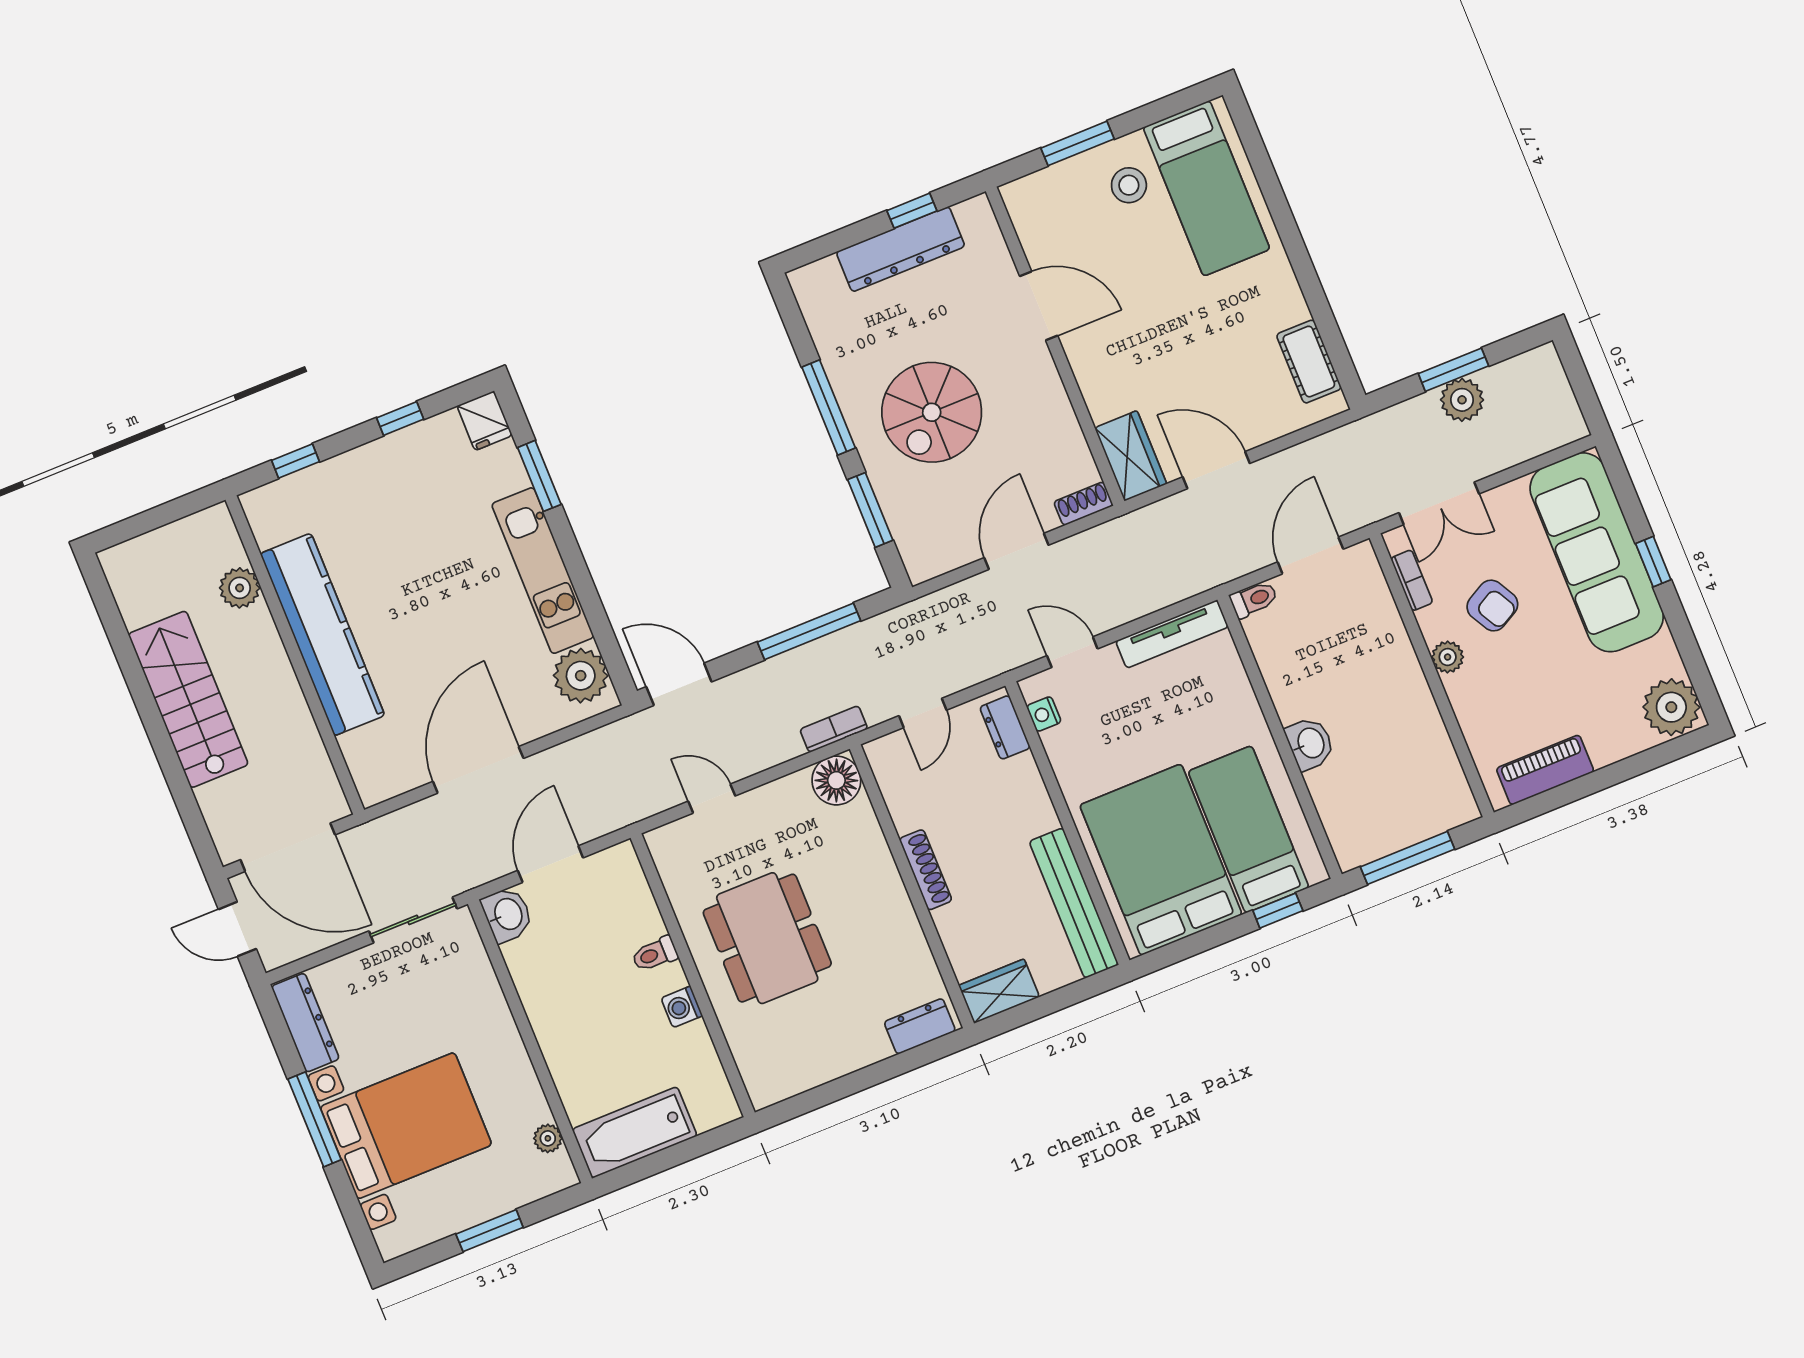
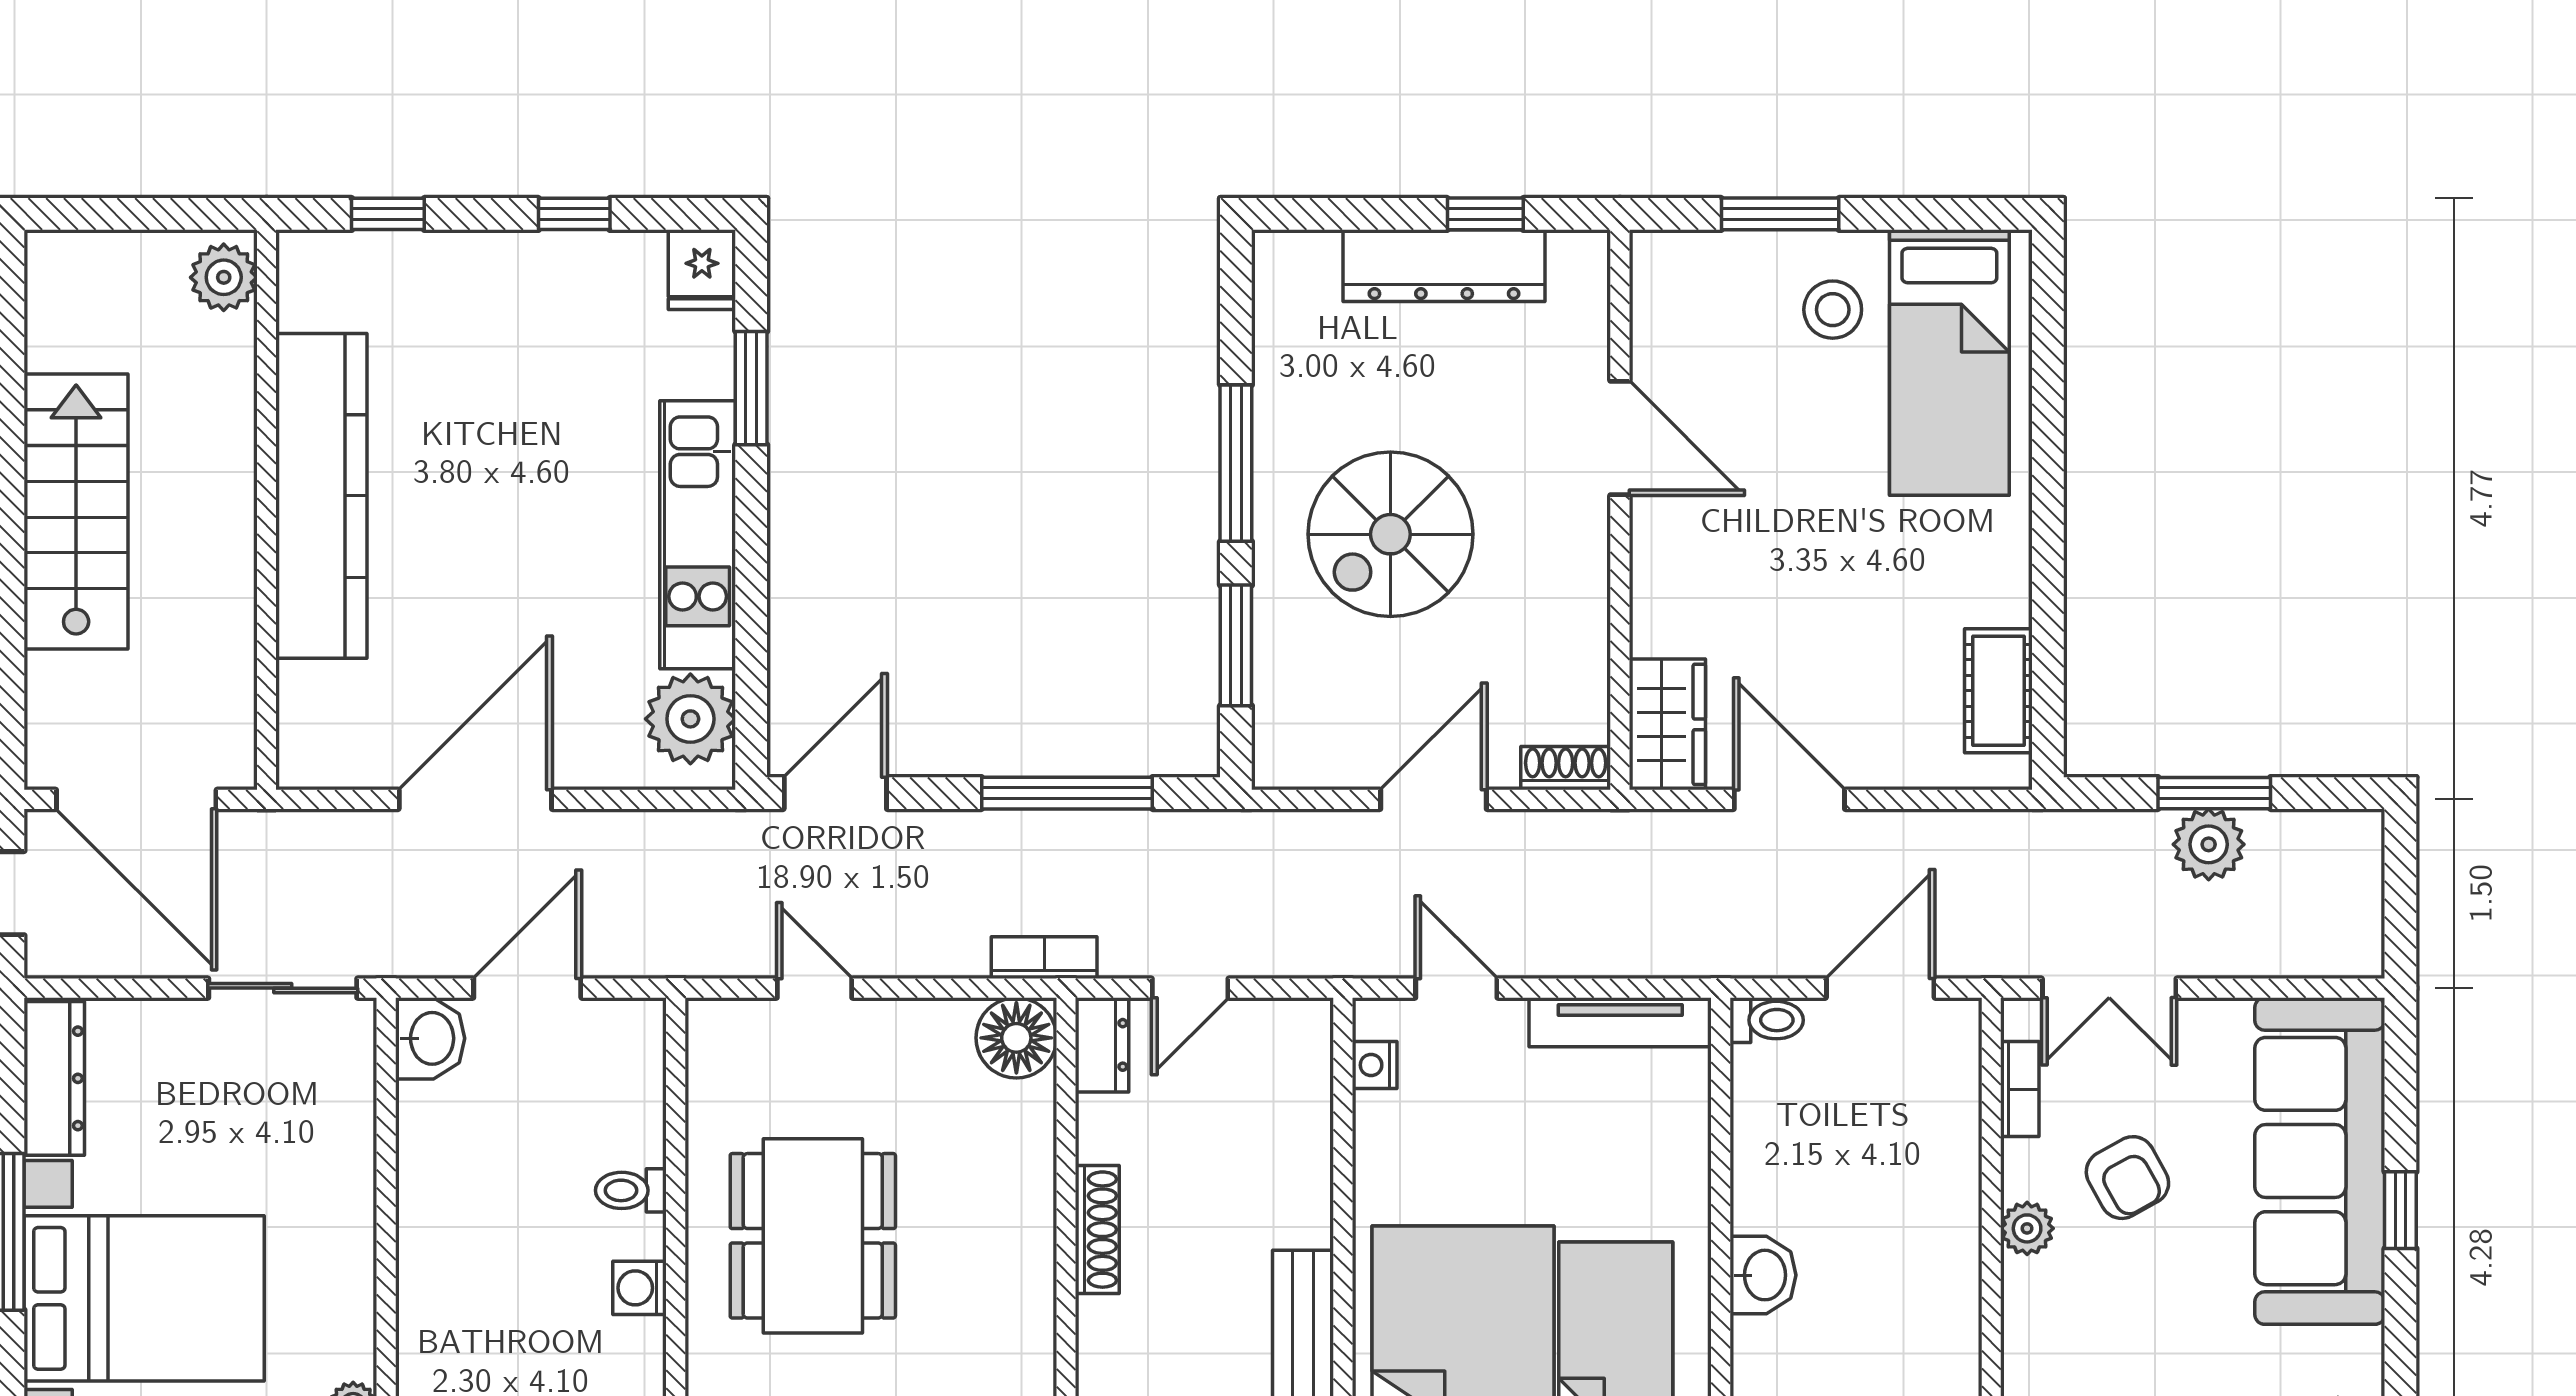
plant: (240, 588) -> (224, 277), moved
door: (679, 684) -> (835, 793), hinge flipped
dresser: (1005, 727) -> (1102, 1045), moved, turned 180

